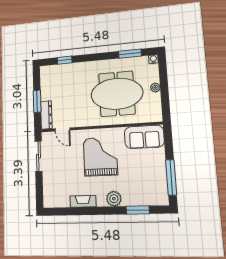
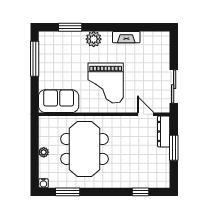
meeting table: (117, 94) -> (84, 149), turned 90

